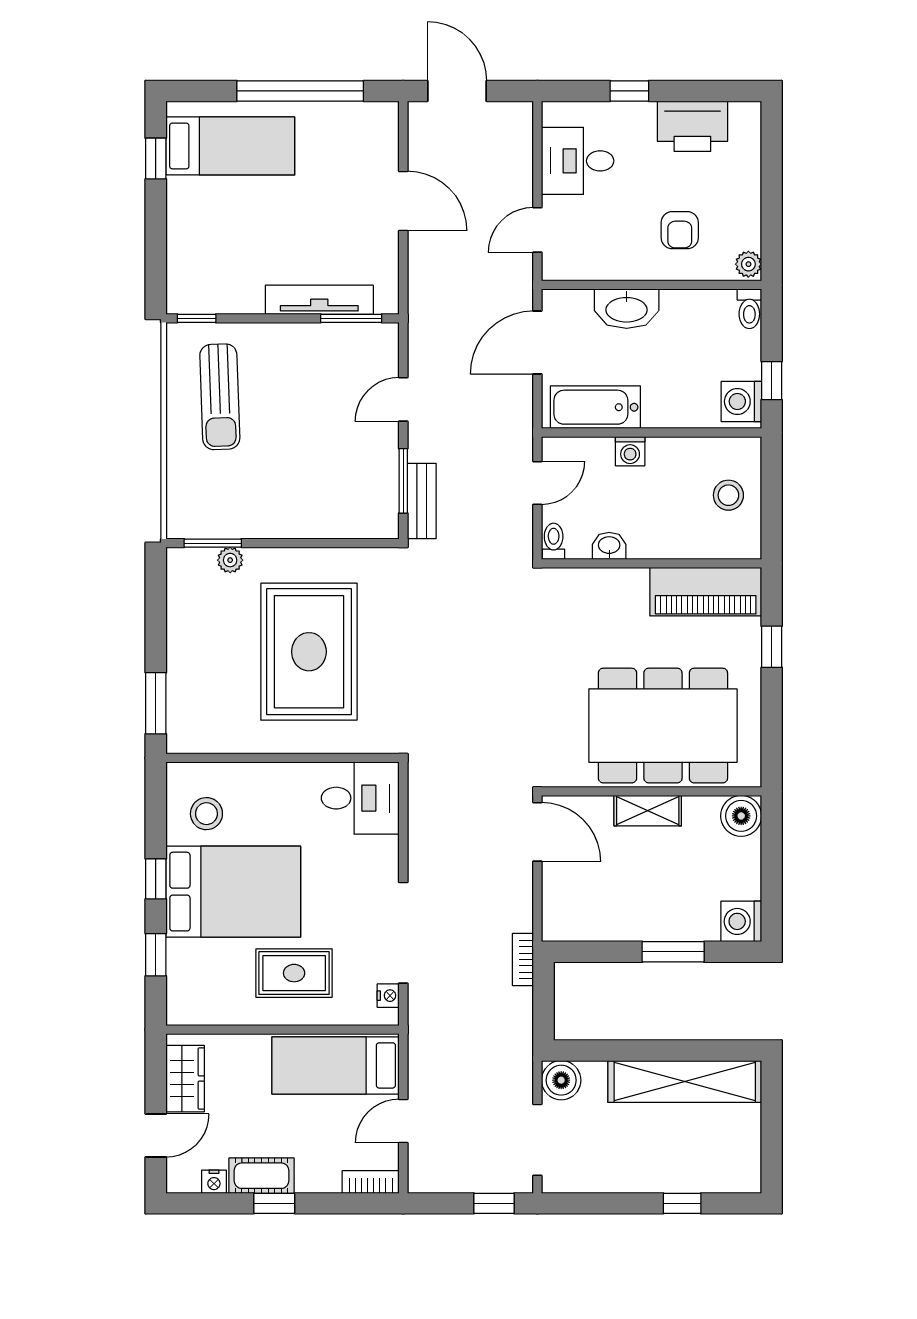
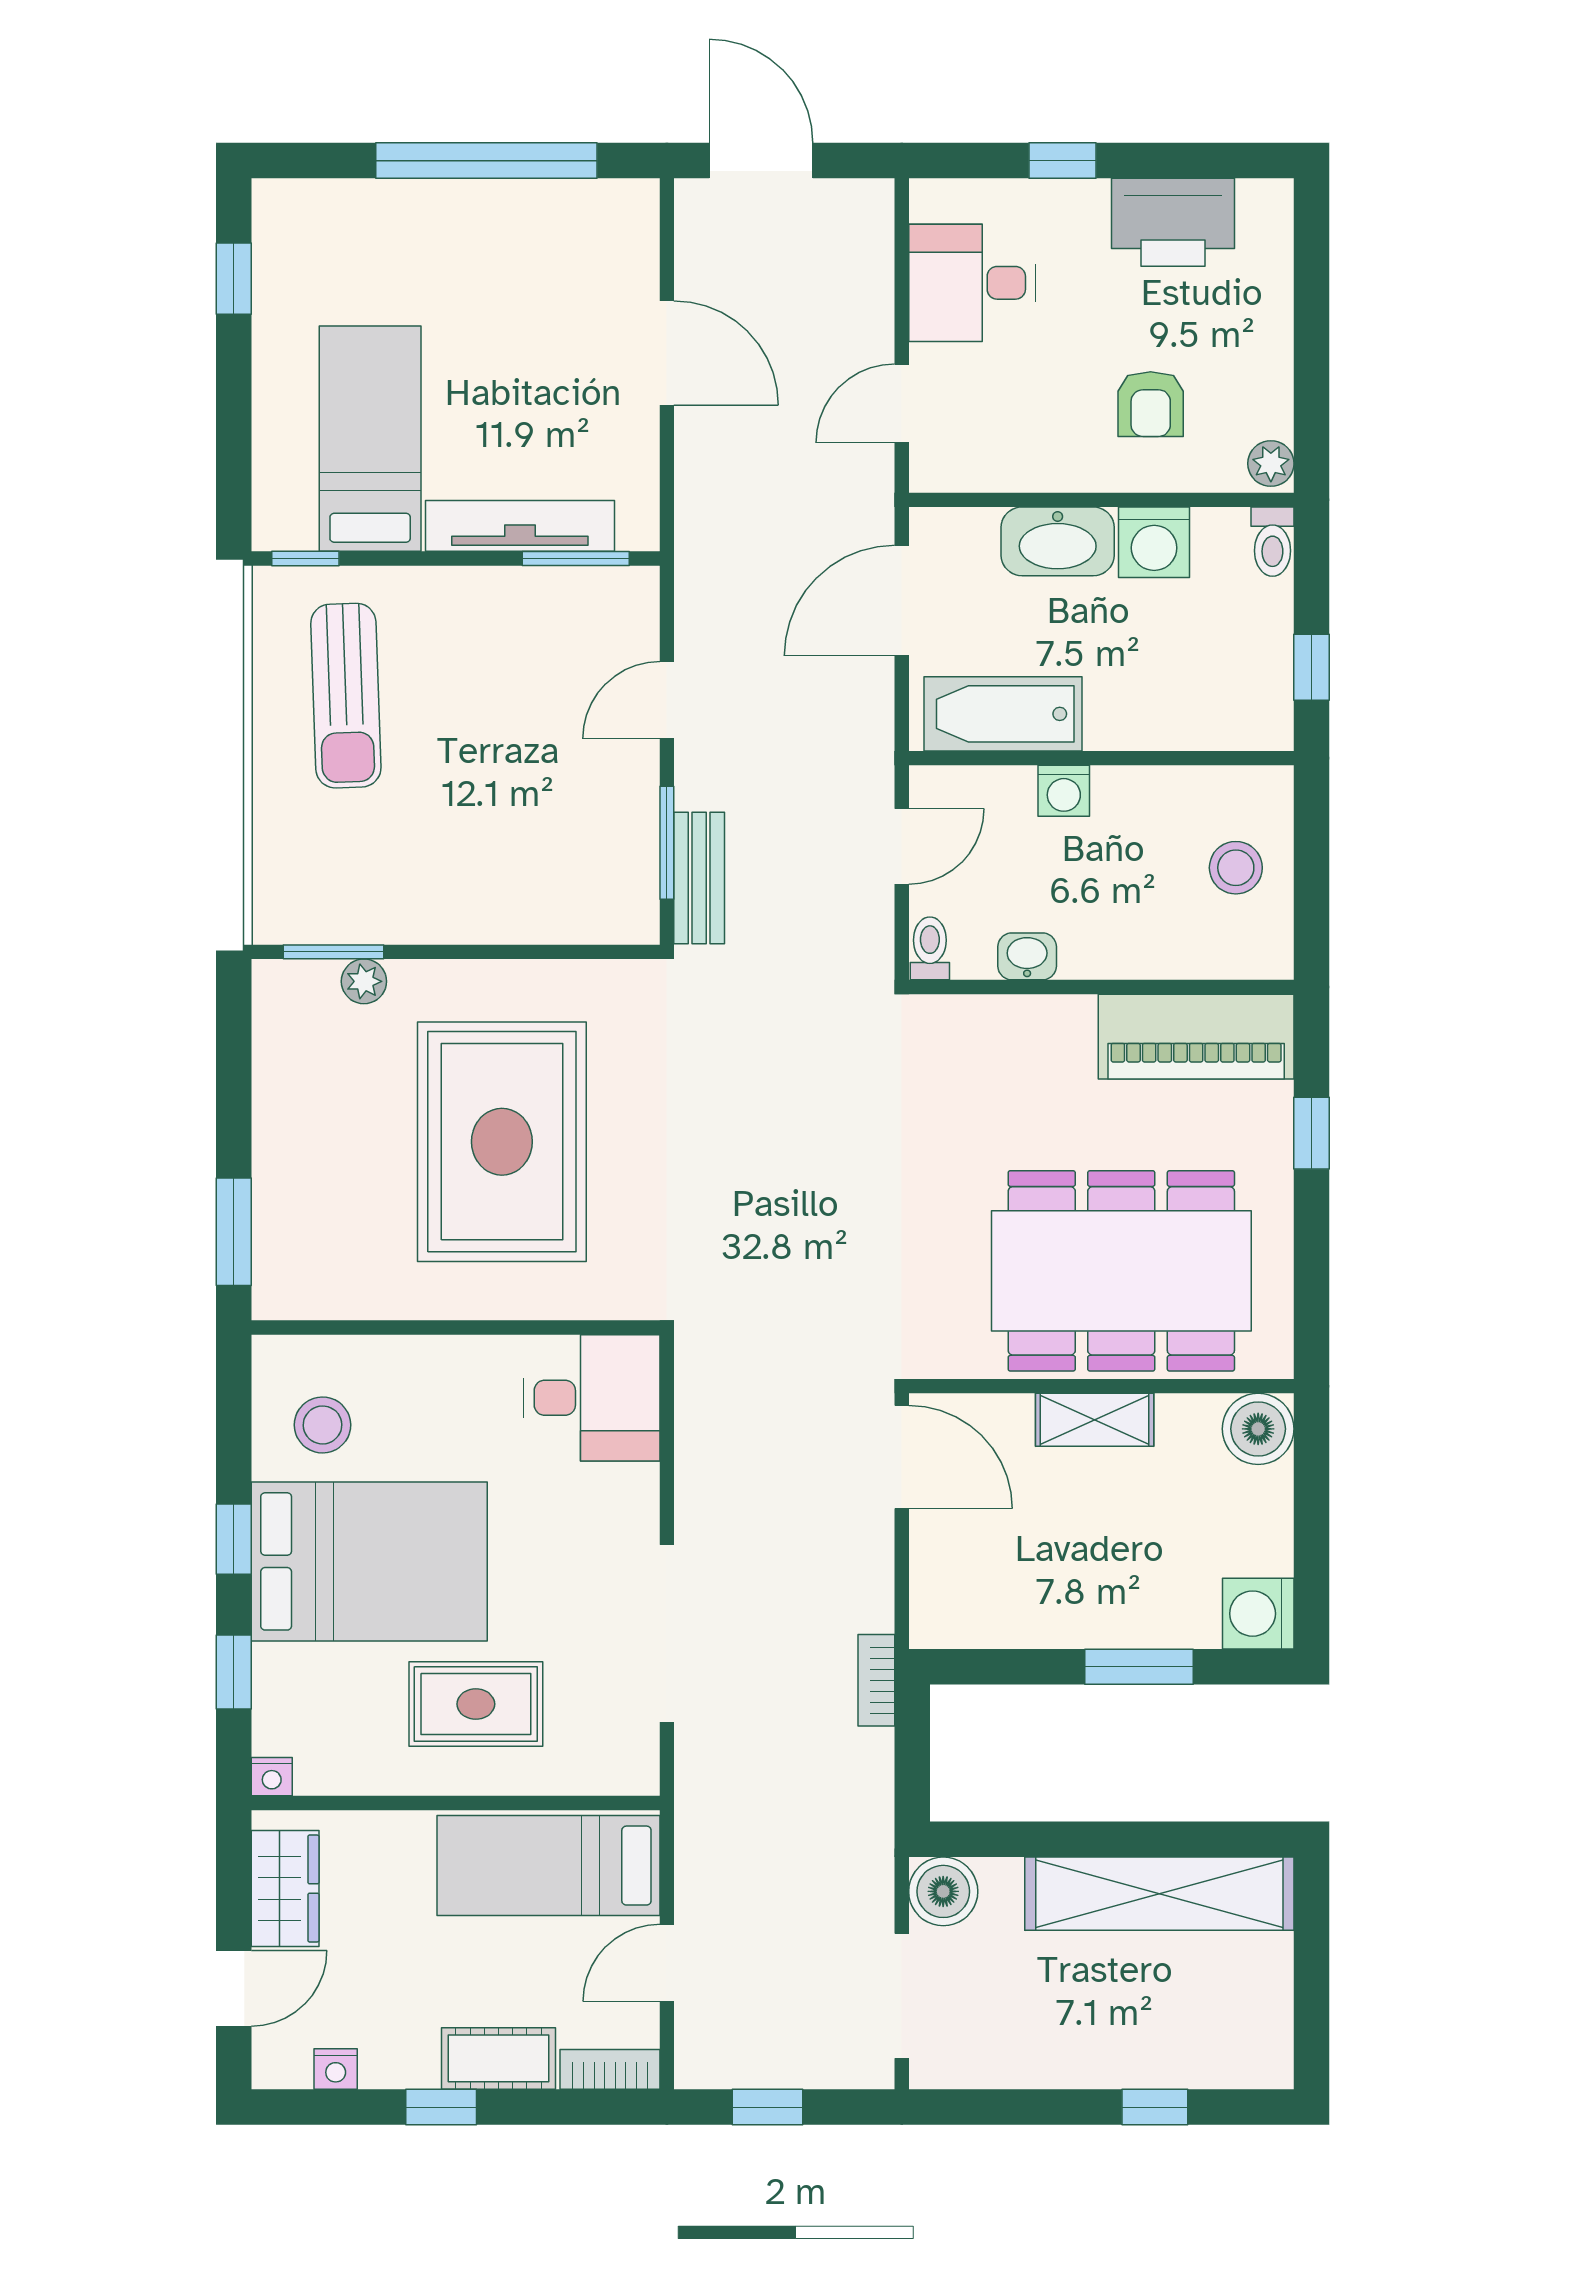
bed: (230, 146) -> (370, 439), moved, turned -90
washing machine: (741, 401) -> (1154, 542), moved, turned -90
nightstand: (388, 996) -> (272, 1777), moved, turned 90
cot: (262, 1176) -> (498, 2058), moved
window: (494, 1203) -> (767, 2107), moved

